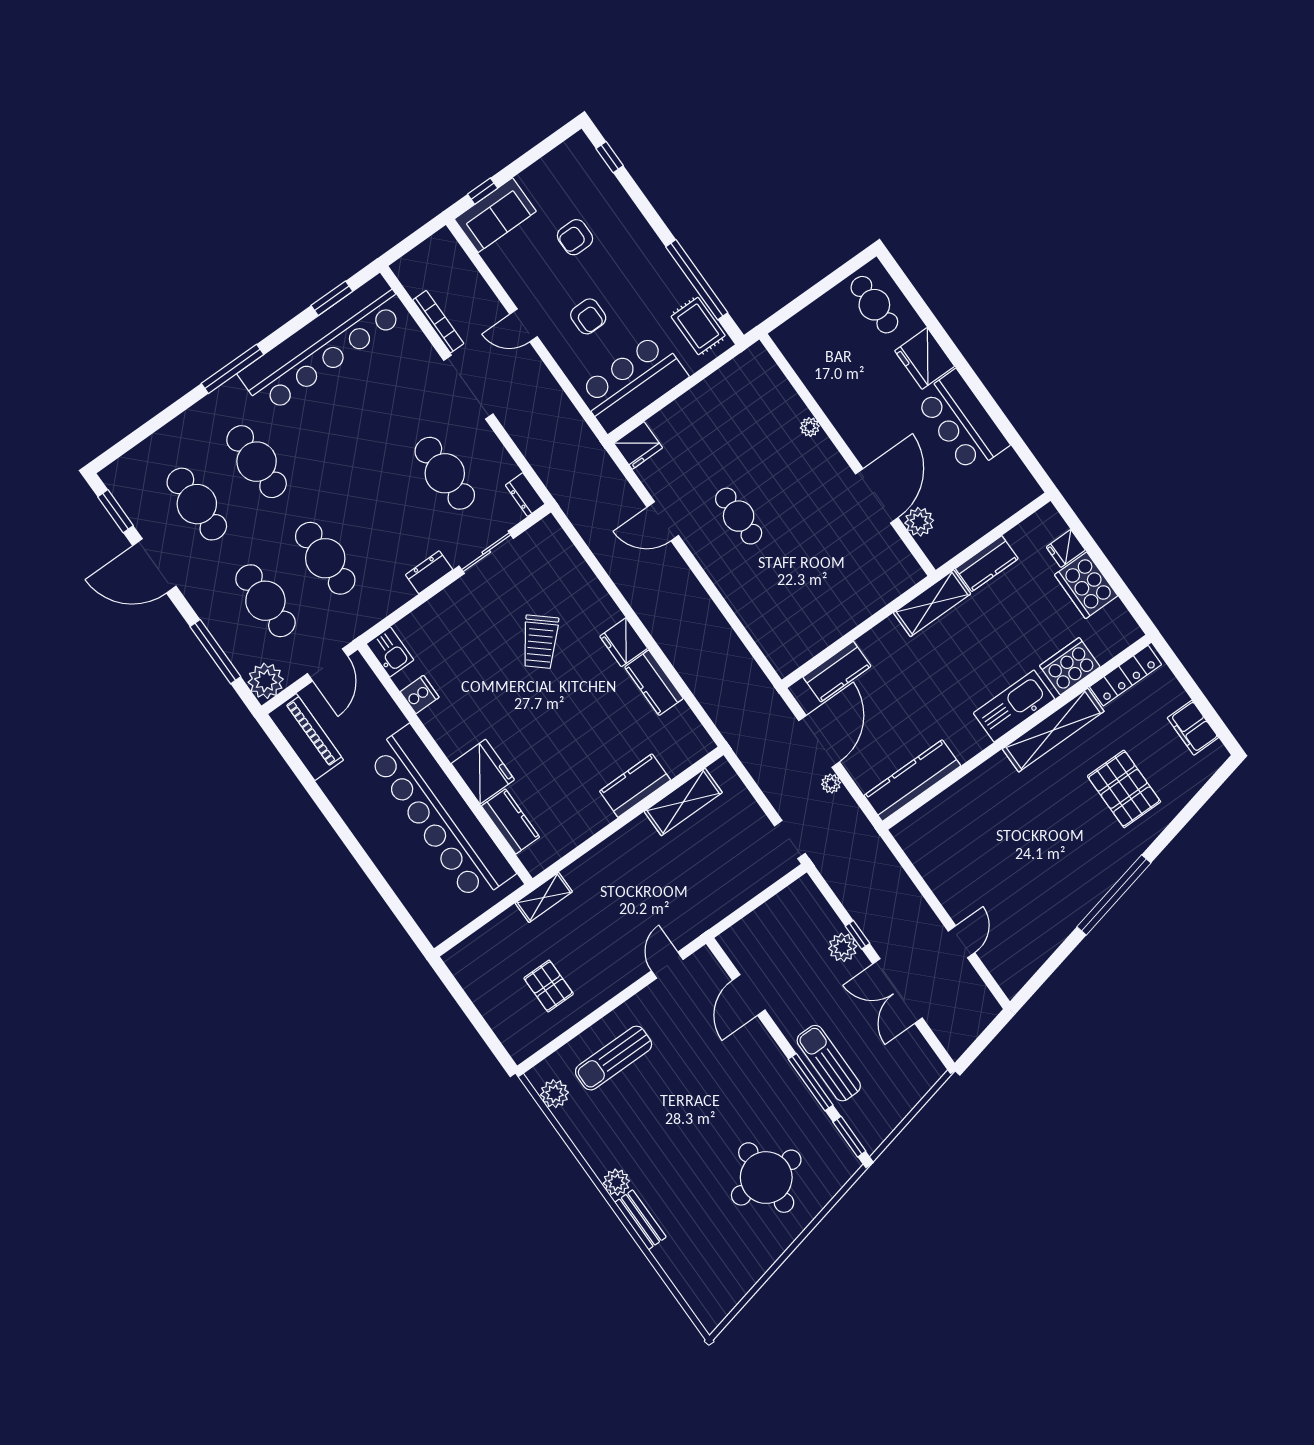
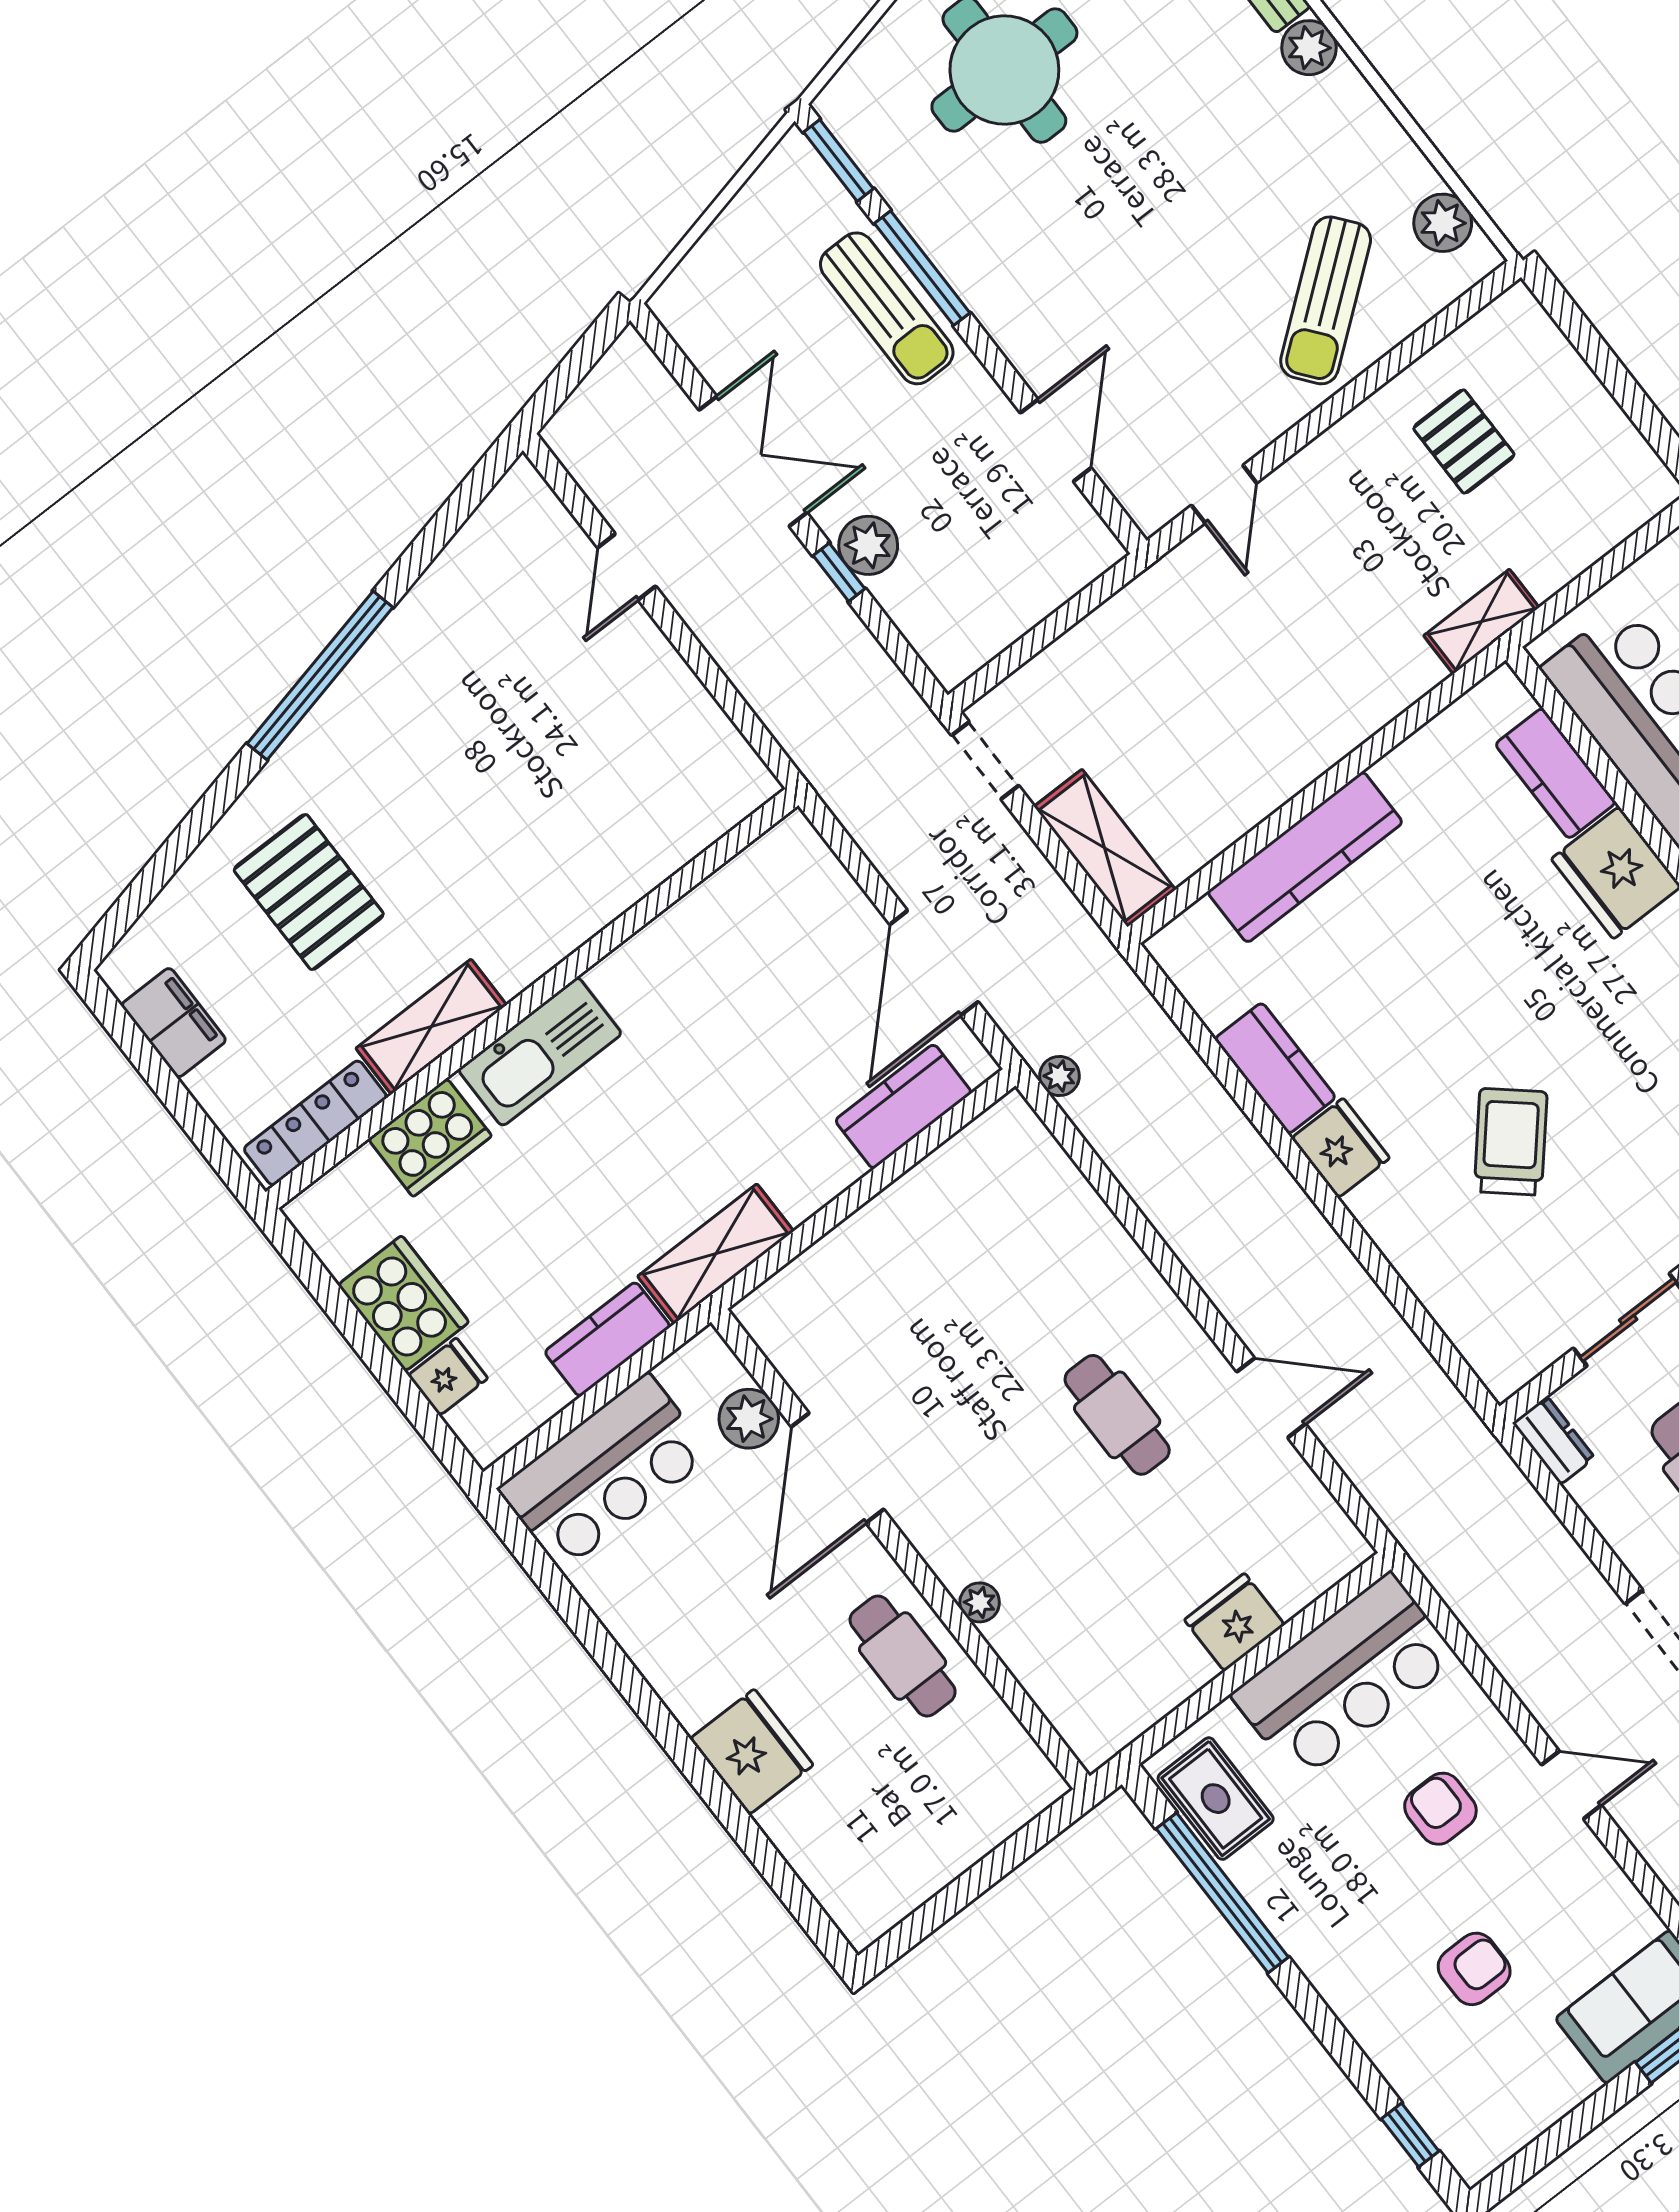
cafe table: (874, 305) -> (903, 1656), moved
bar counter: (962, 422) -> (605, 1472), moved, turned 90
fridge: (638, 446) -> (1235, 1622), moved
shelving: (1053, 730) -> (431, 1027), width x0.68
kitchen counter: (912, 781) -> (741, 891), removed
plant: (831, 784) -> (1059, 1076), moved
kitchen counter: (635, 786) -> (1305, 857), width x1.50
shelving: (683, 802) -> (1105, 848), moved, turned 90
sun lounger: (614, 1058) -> (1326, 300), turned 142

